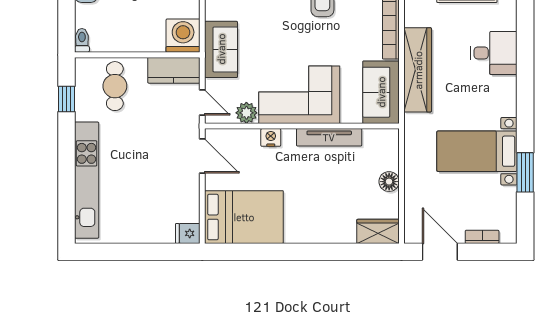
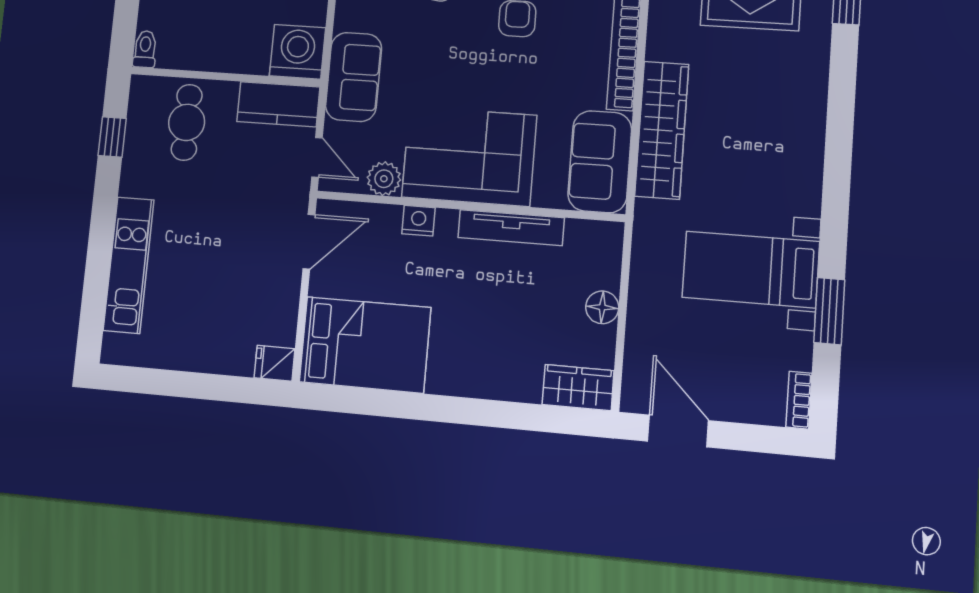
desk: (494, 53) -> (788, 112), removed
door: (202, 156) -> (309, 242), hinge flipped
kitchen unit: (87, 180) -> (129, 265), width x0.73
bookcase: (482, 237) -> (799, 400), moved, turned -90

